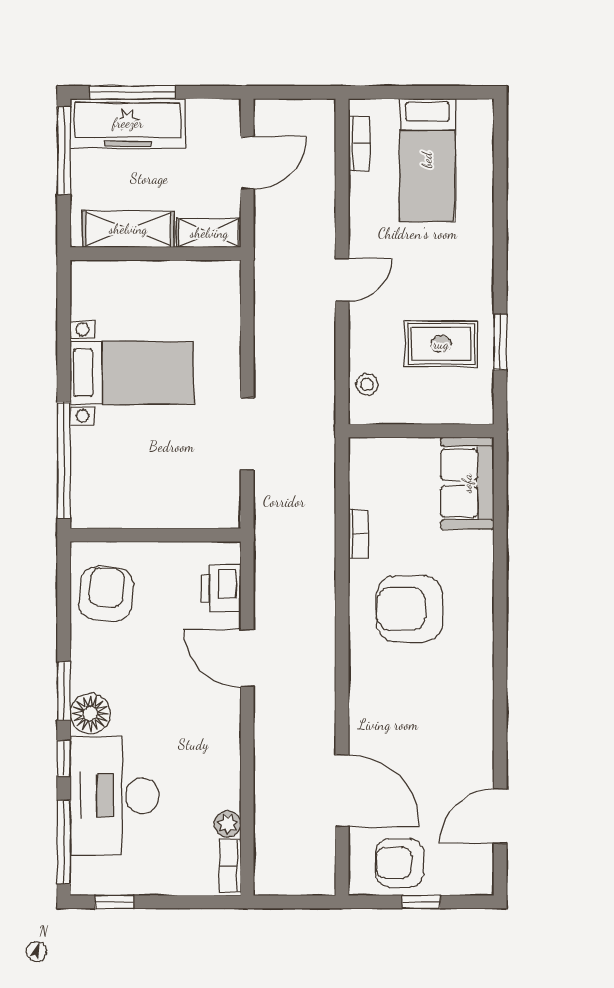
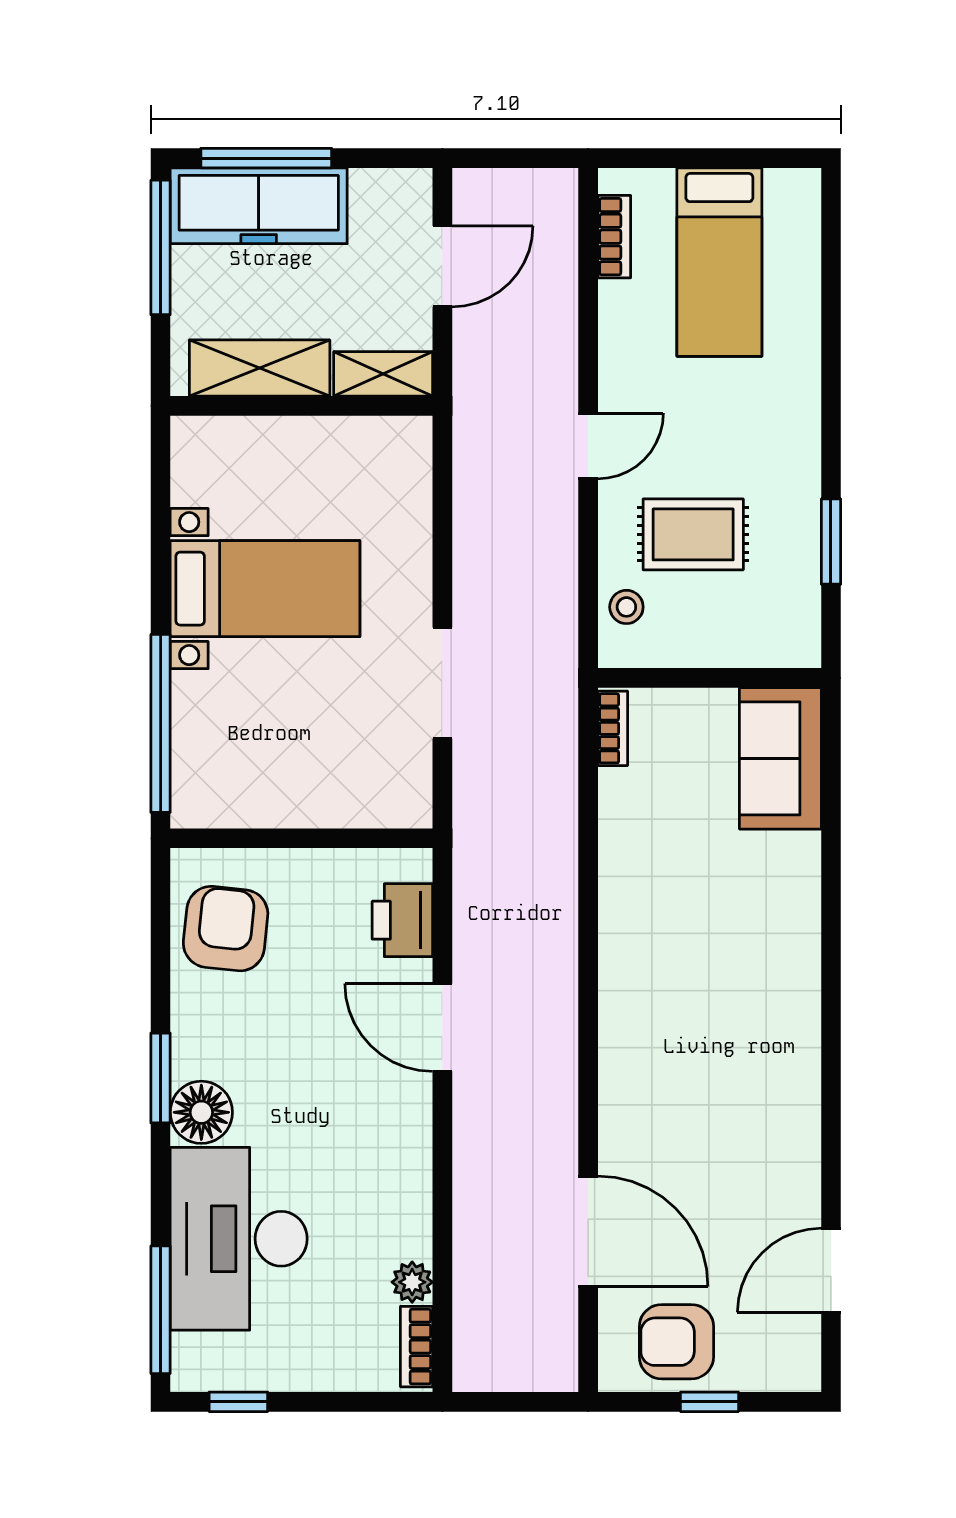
rug: (441, 344) -> (693, 534), moved
bookcase: (358, 534) -> (613, 728), moved
armchair: (409, 609) -> (691, 952), removed
window: (64, 758) -> (161, 1181), removed

